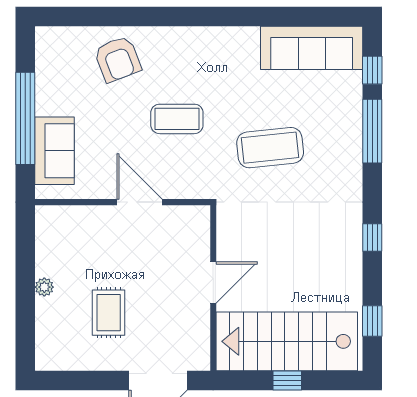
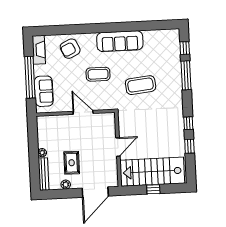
sofa: (312, 48) -> (120, 41), moved
fireplace: (48, 58) -> (39, 50), added
armchair: (118, 59) -> (70, 49), turned 86
window: (372, 321) -> (189, 146), moved
bench: (45, 335) -> (44, 174), added
plant: (93, 360) -> (66, 185), added

